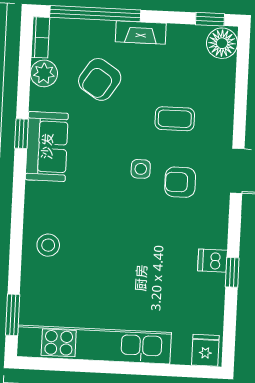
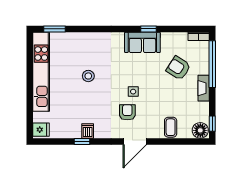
plant: (44, 73) -> (180, 39), removed
coffee table: (175, 119) -> (171, 127), moved
stool: (48, 245) -> (88, 76), moved

